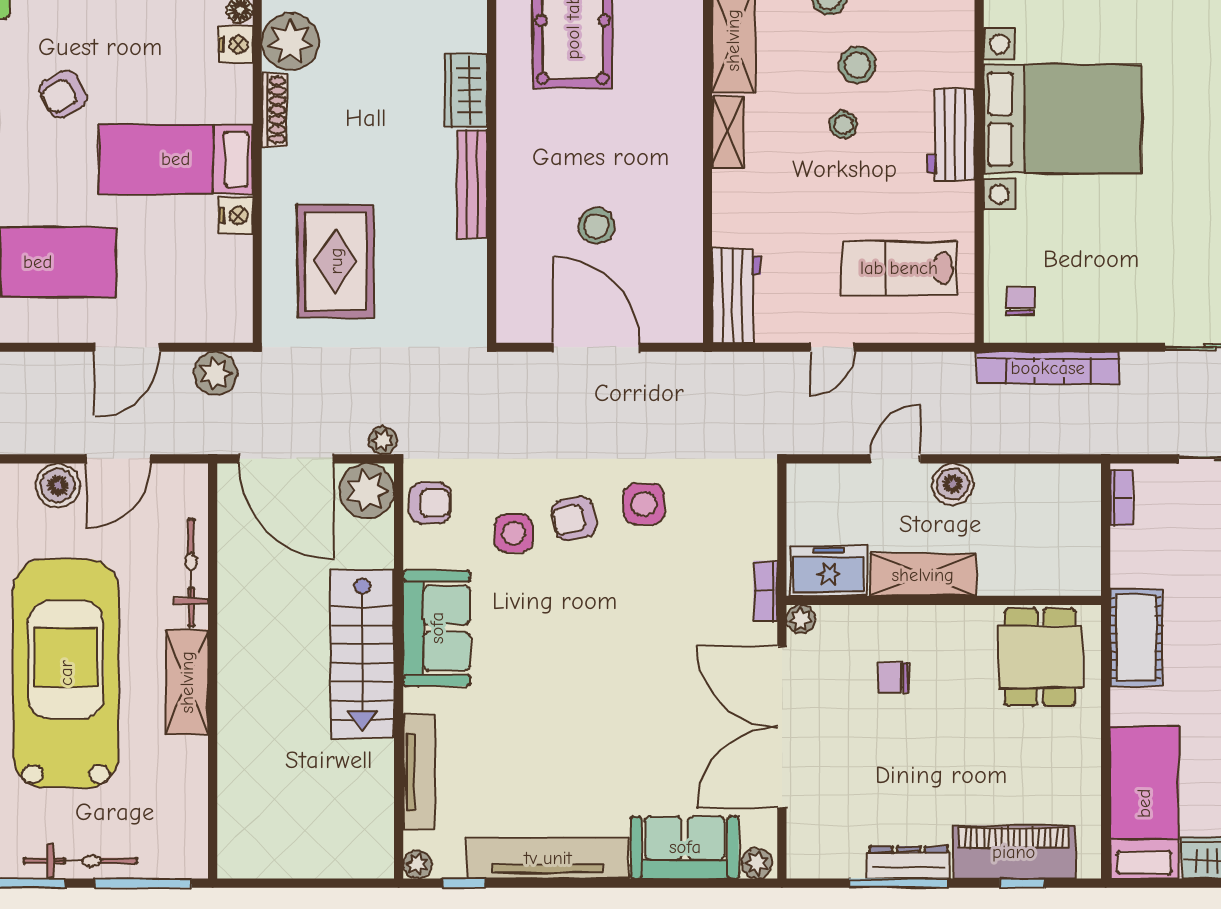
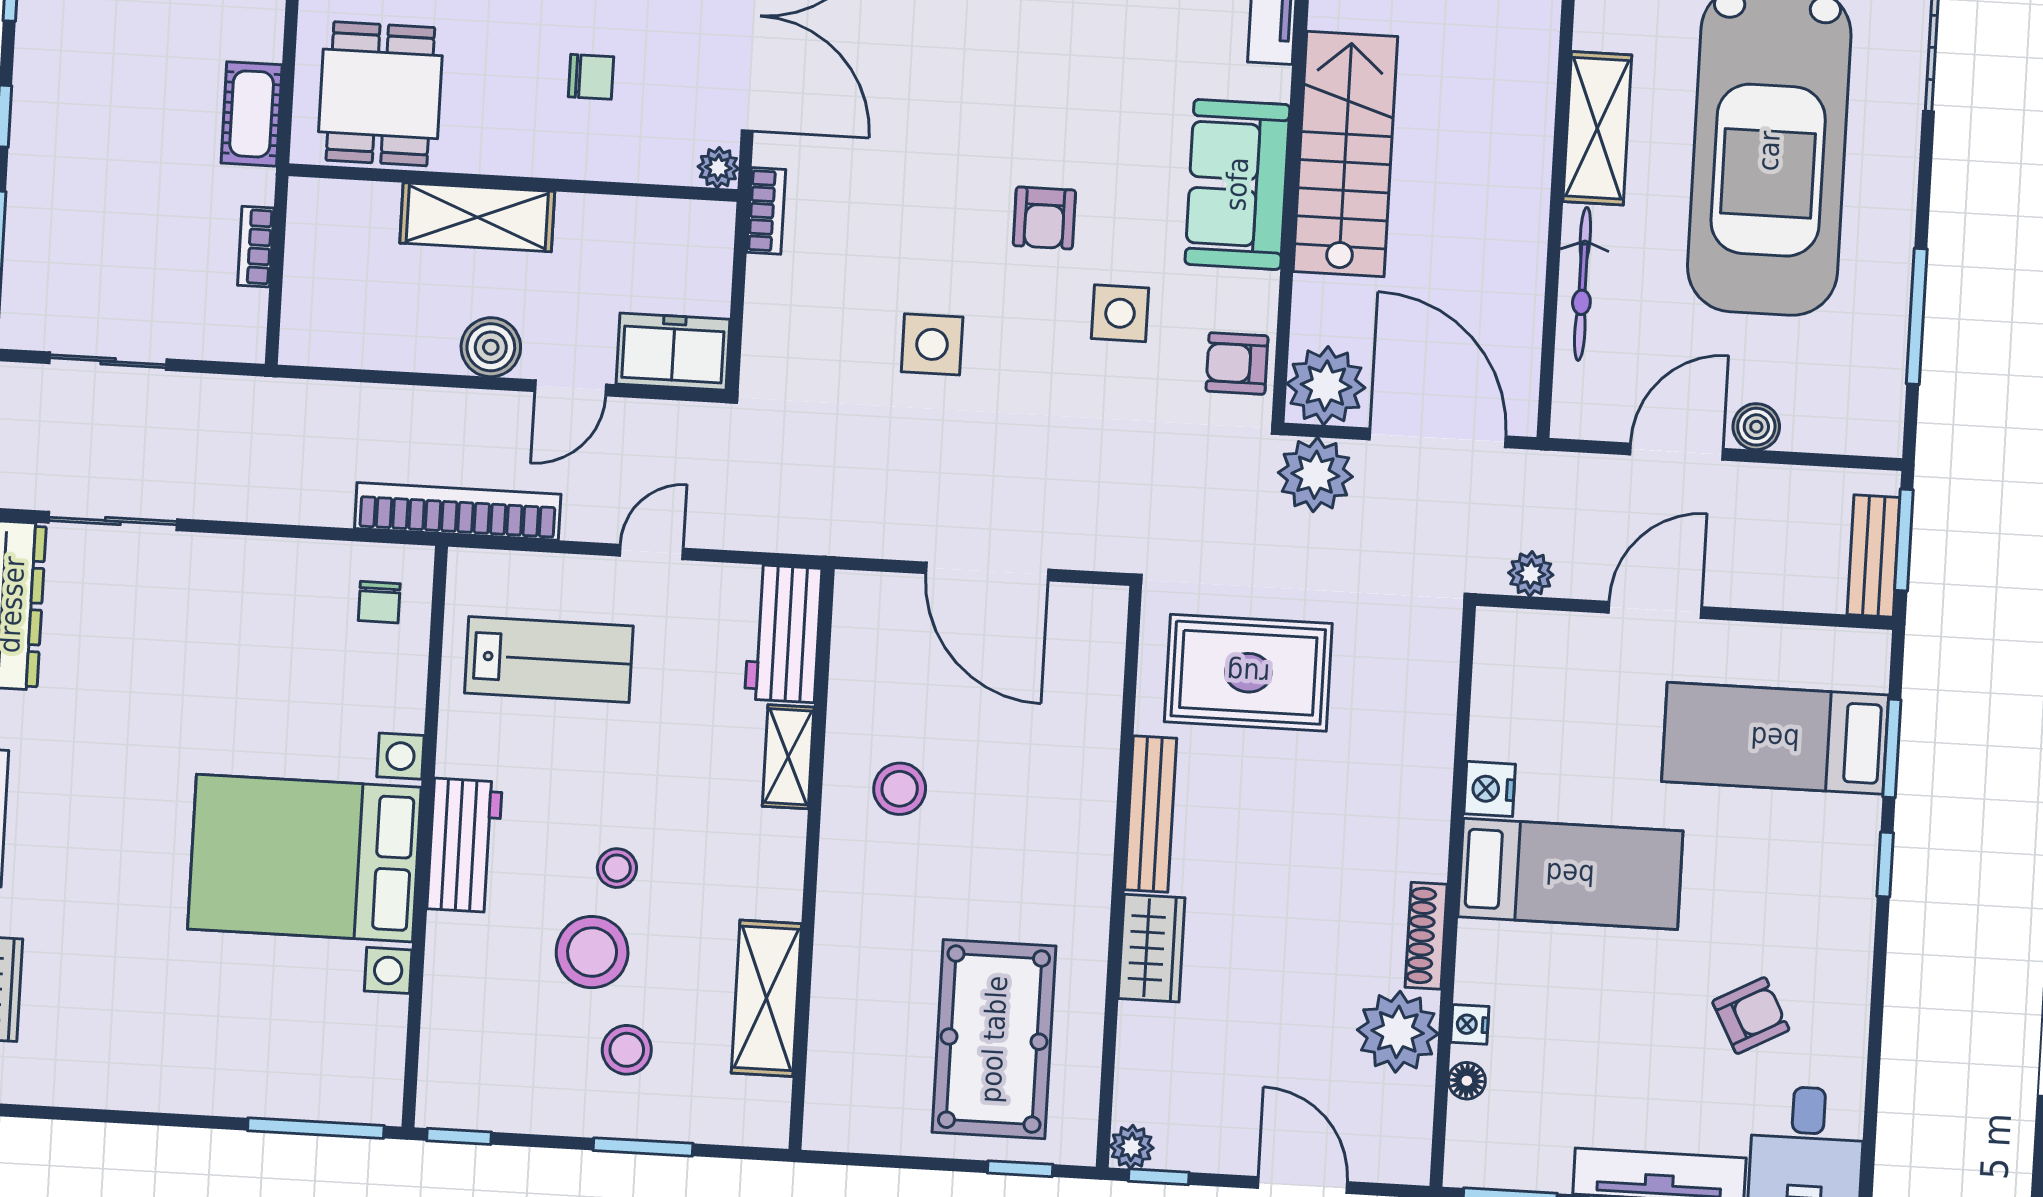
nightstand: (236, 45) -> (1470, 1024), width x0.72, depth x0.74
stool: (857, 65) -> (592, 952), width x1.38, depth x1.38
armchair: (63, 94) -> (1751, 1016), moved
shelving: (728, 132) -> (788, 757), moved
stool: (597, 226) -> (900, 789), moved
rug: (336, 261) -> (1248, 673), moved, turned 90
bookcase: (1048, 368) -> (458, 511), moved
plant: (216, 373) -> (1531, 574), width x0.73, depth x0.73
plant: (383, 440) -> (1315, 475), width x1.88, depth x1.88
boiler: (58, 486) -> (1756, 427), width x0.73, depth x0.73
bookcase: (1121, 498) -> (256, 247), moved
armchair: (574, 519) -> (1044, 218), moved, turned 102
freezer: (829, 571) -> (673, 352), moved, turned 180
shelving: (923, 575) -> (477, 217), moved
cot: (1136, 638) -> (252, 114), width x0.73, depth x0.75

